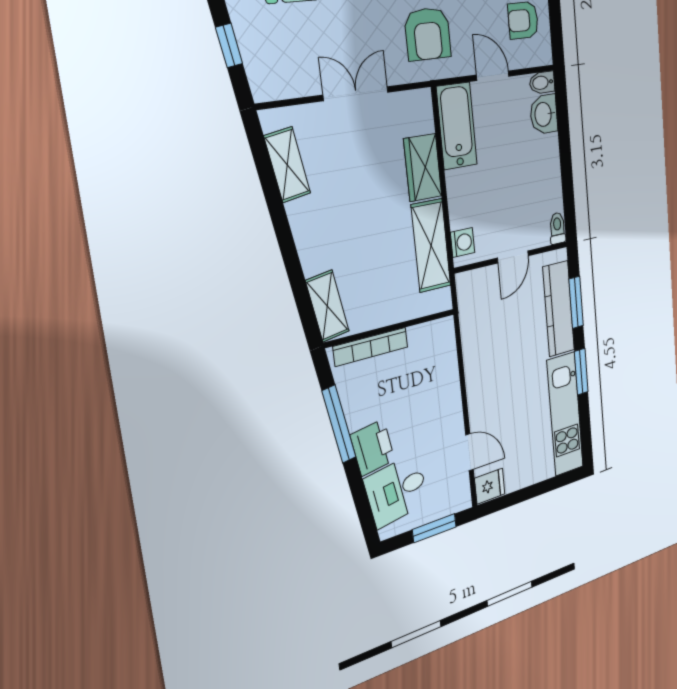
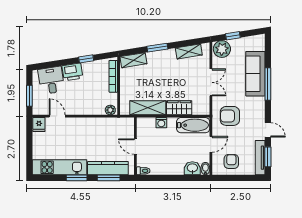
plant: (269, 73) -> (222, 49), added
washing machine: (463, 242) -> (161, 123), moved
window: (289, 251) -> (157, 48), added
plant: (445, 334) -> (110, 110), added
window: (339, 424) -> (86, 59), width x0.46
door: (469, 452) -> (57, 116), swing flipped

